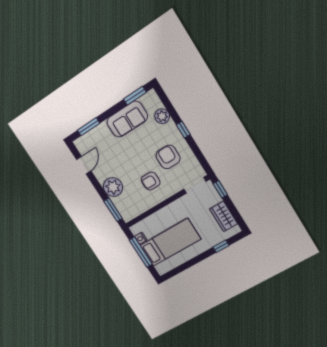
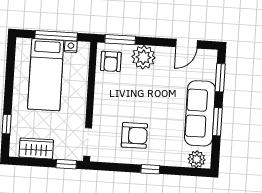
window: (135, 96) -> (217, 122), moved
plant: (162, 116) -> (197, 159), moved
sofa: (127, 119) -> (200, 113), width x1.36
door: (84, 165) -> (187, 44), hinge flipped
armchair: (151, 181) -> (111, 61), moved, turned 180

